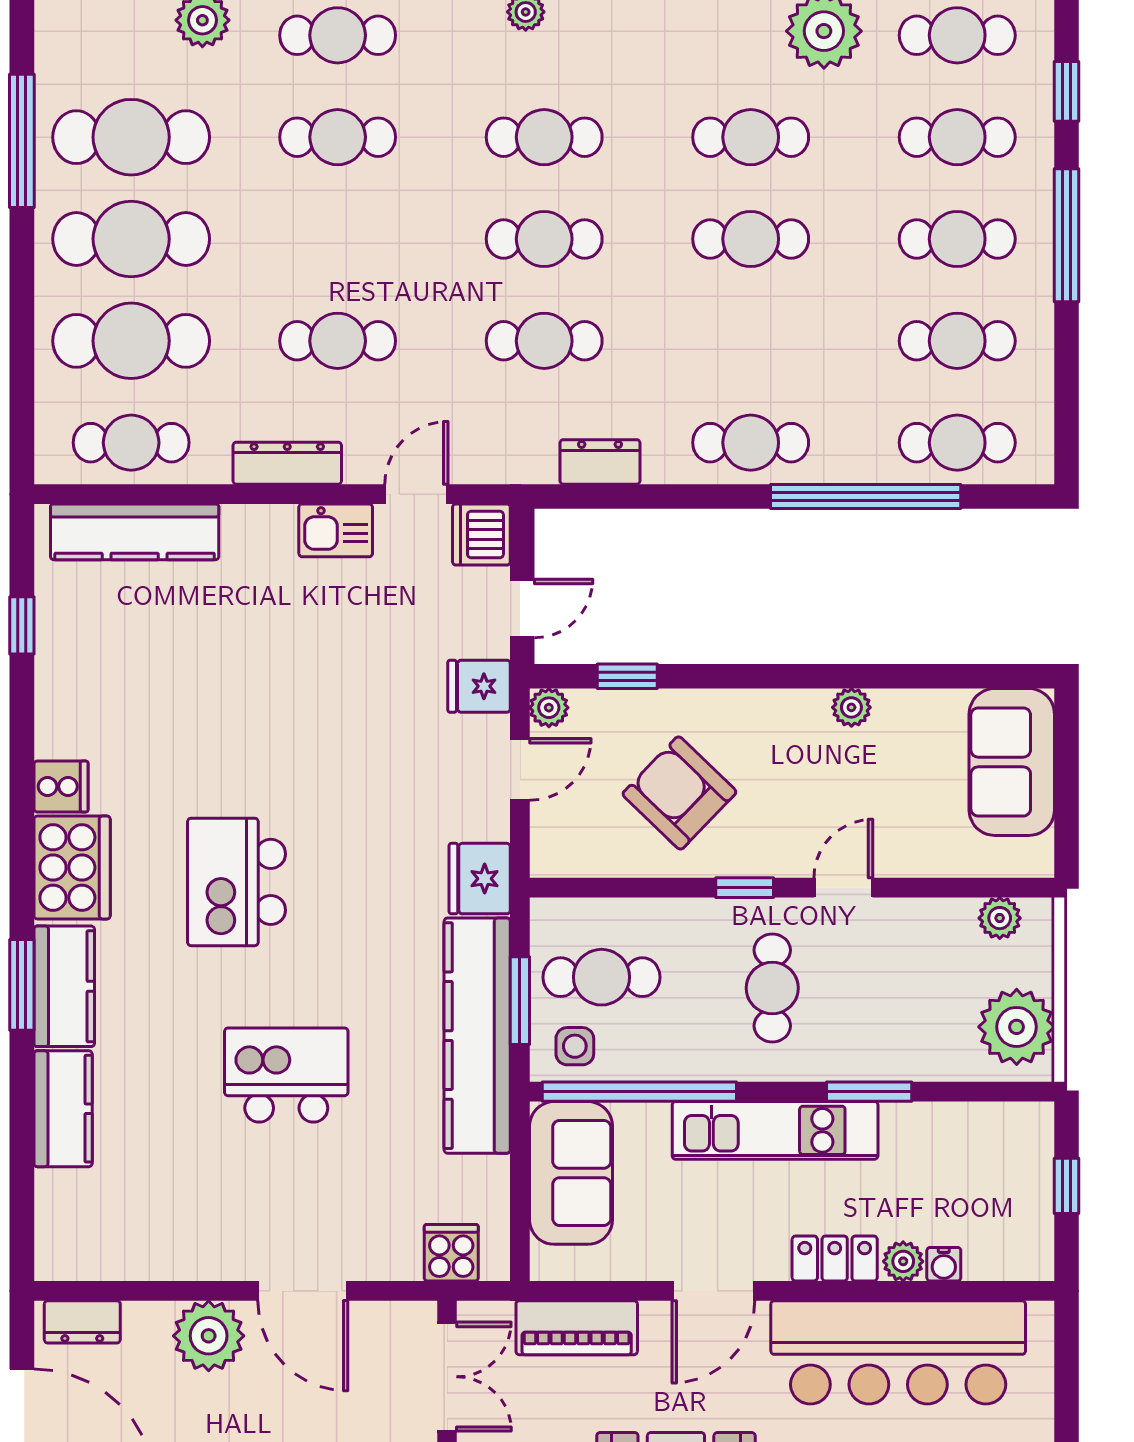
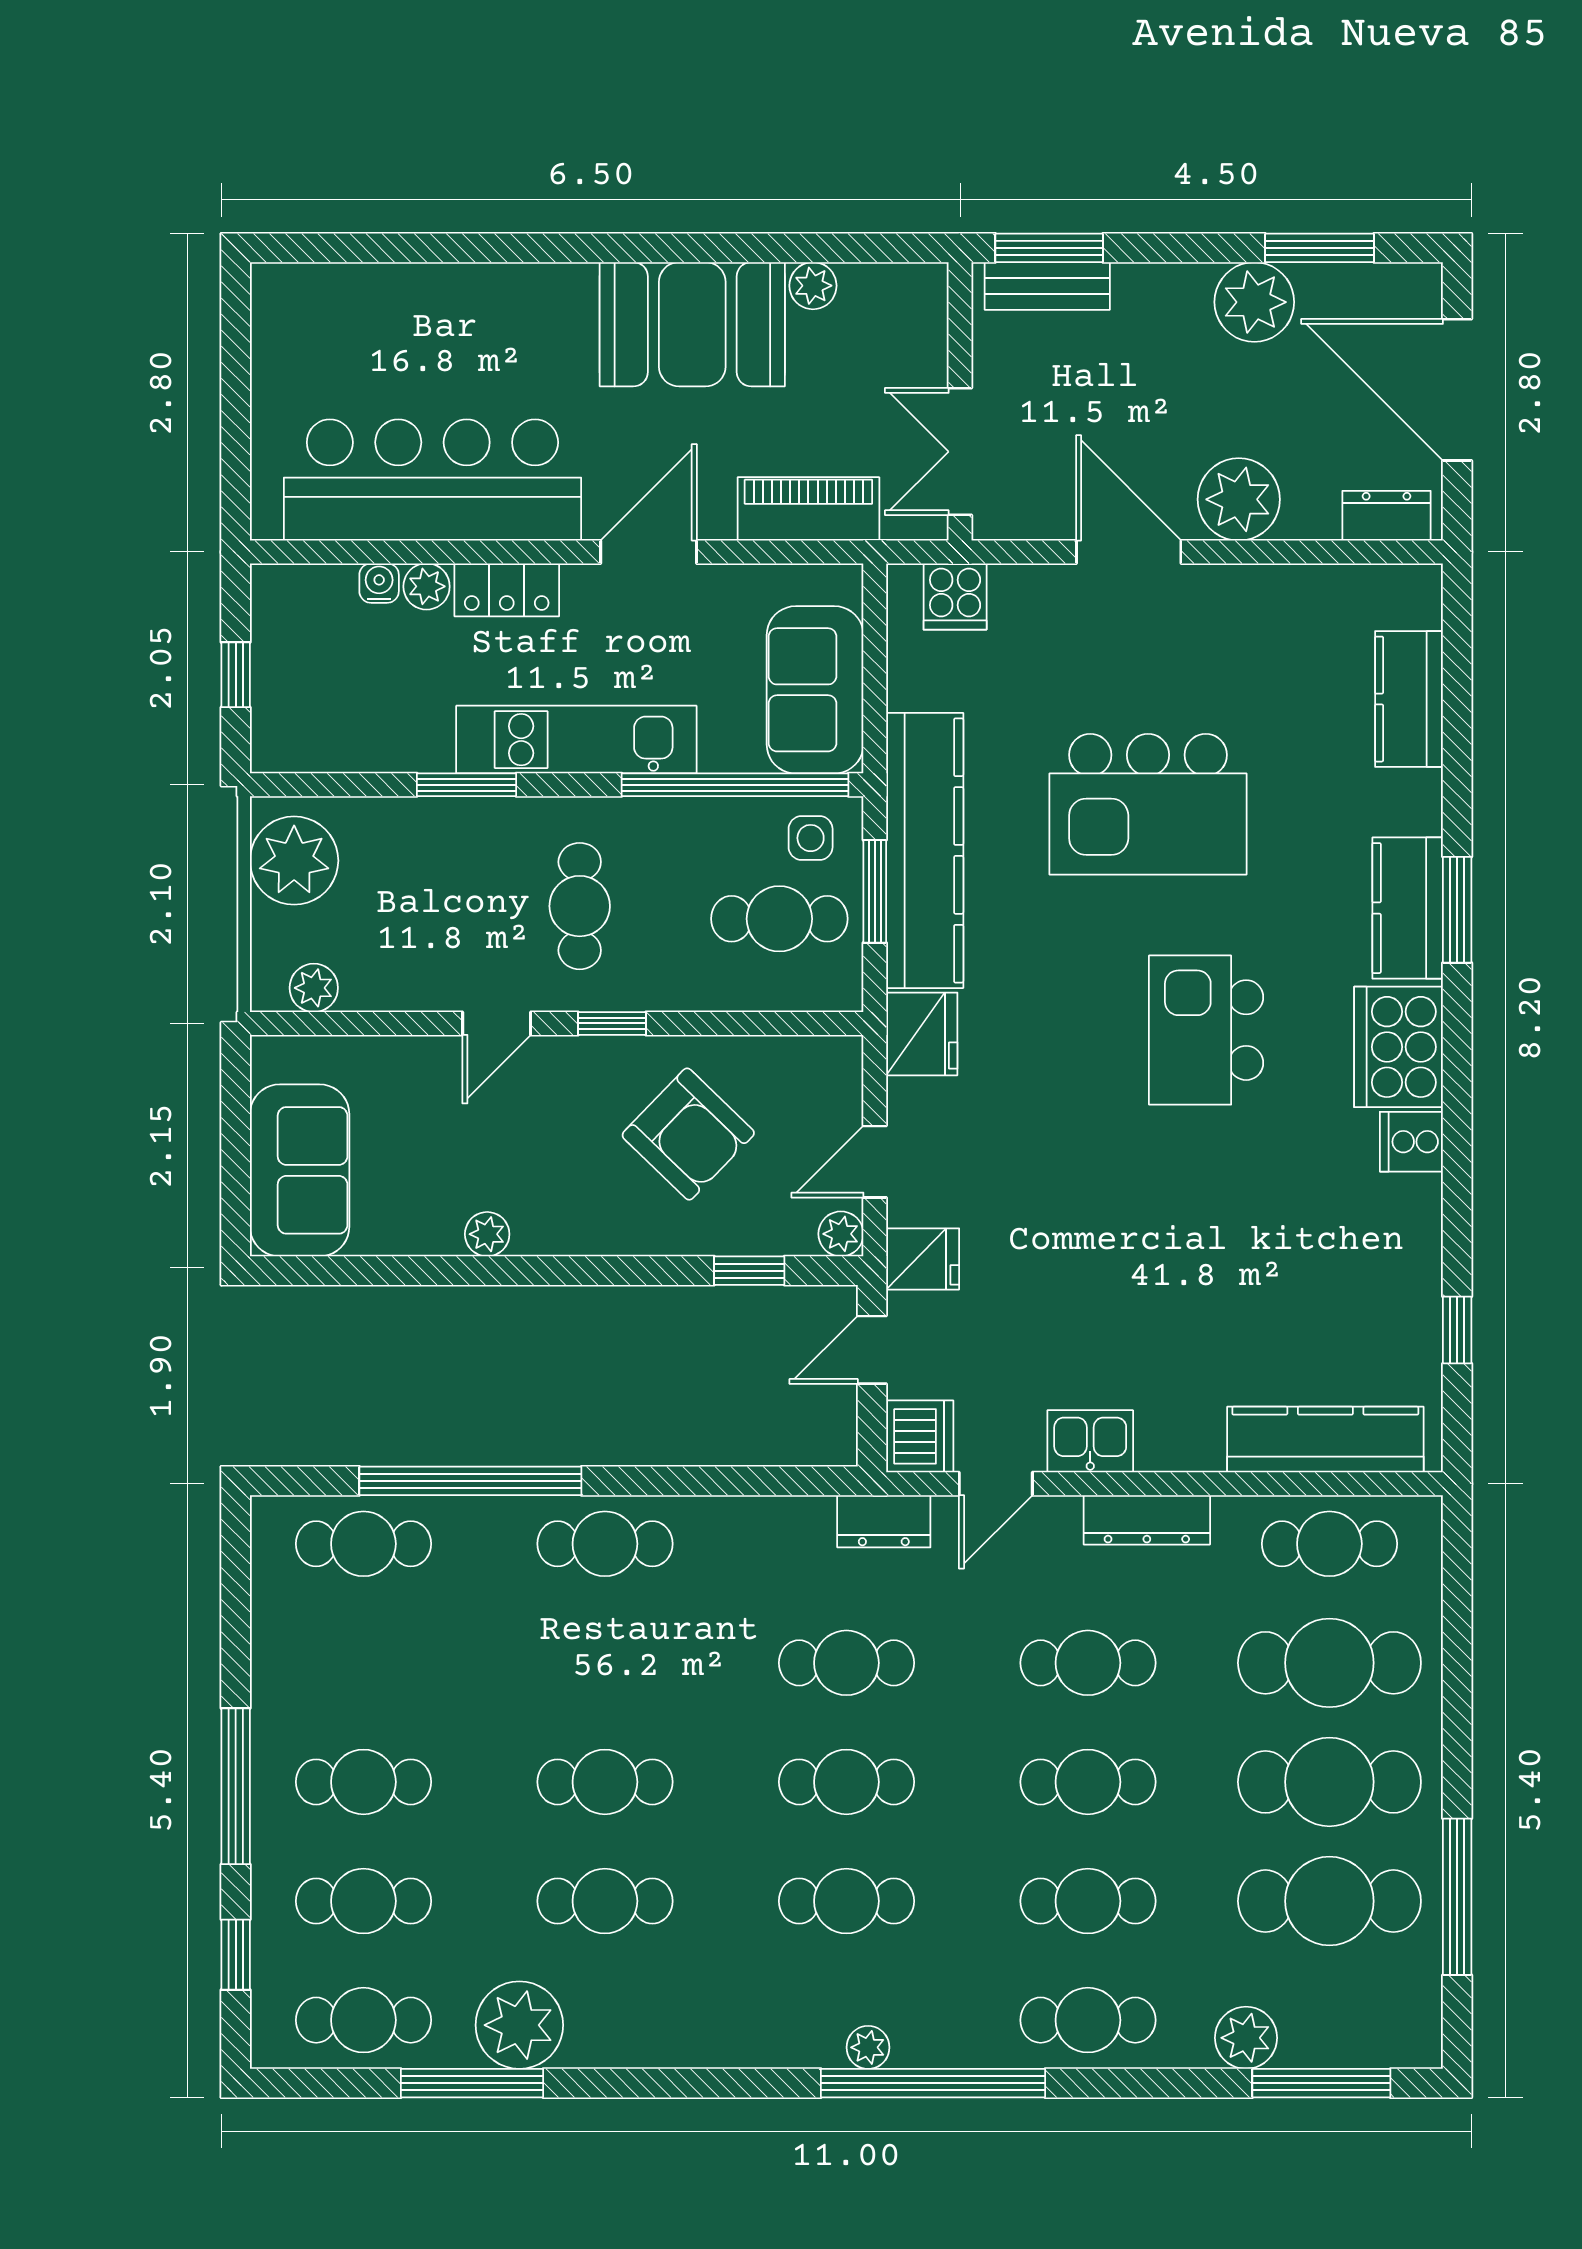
cafe table: (957, 341) -> (1088, 1782), moved
dresser: (600, 462) -> (884, 1521), moved
kitchen island: (237, 882) -> (1206, 1030), turned 180
kitchen island: (286, 1075) -> (1148, 804), width x1.37, depth x1.28
kitchen counter: (63, 1109) -> (1409, 699), moved

